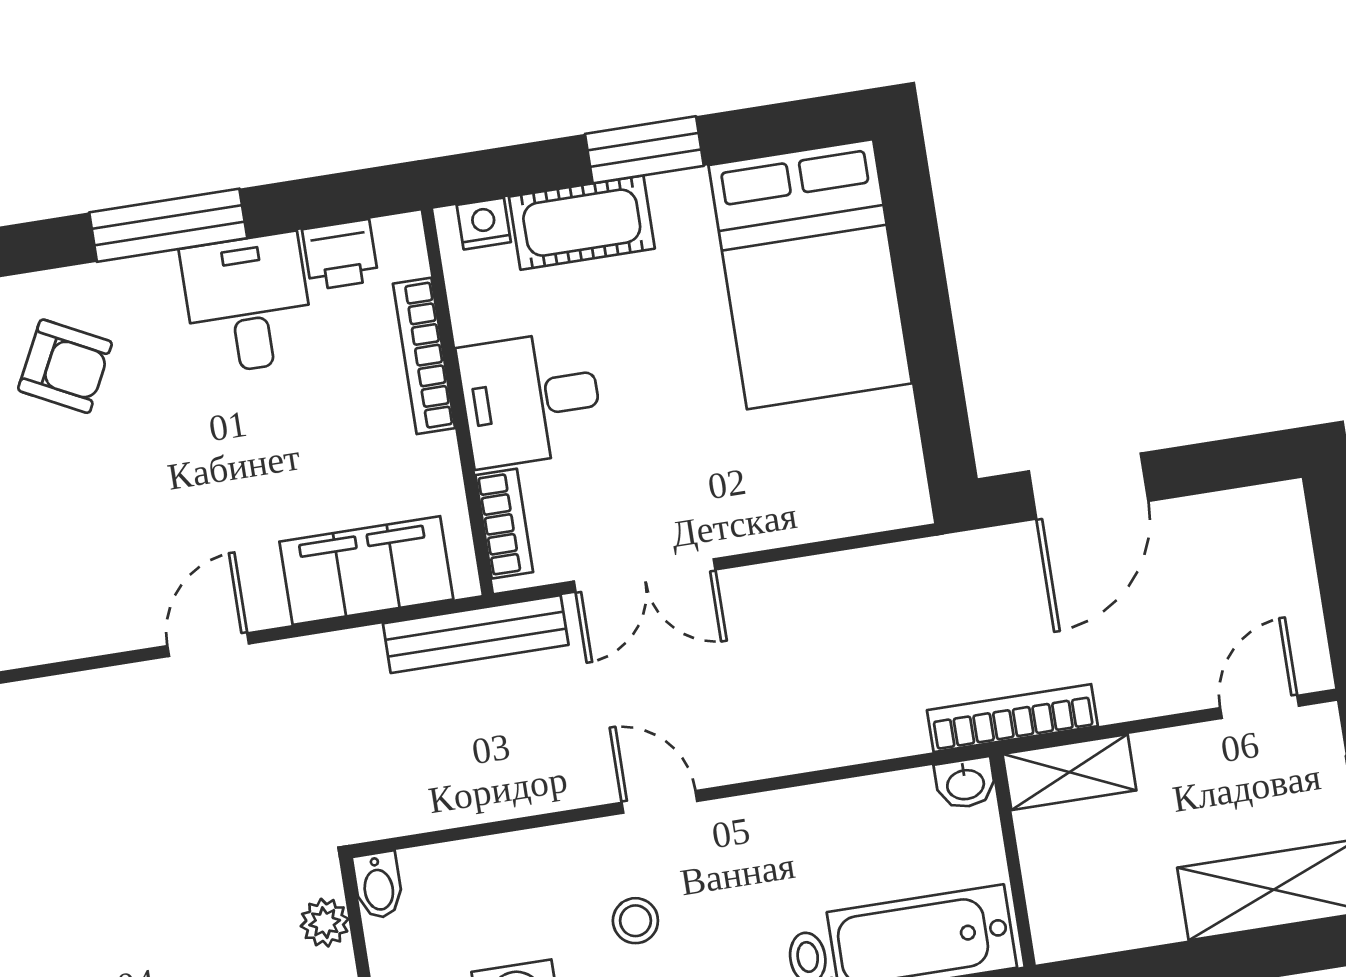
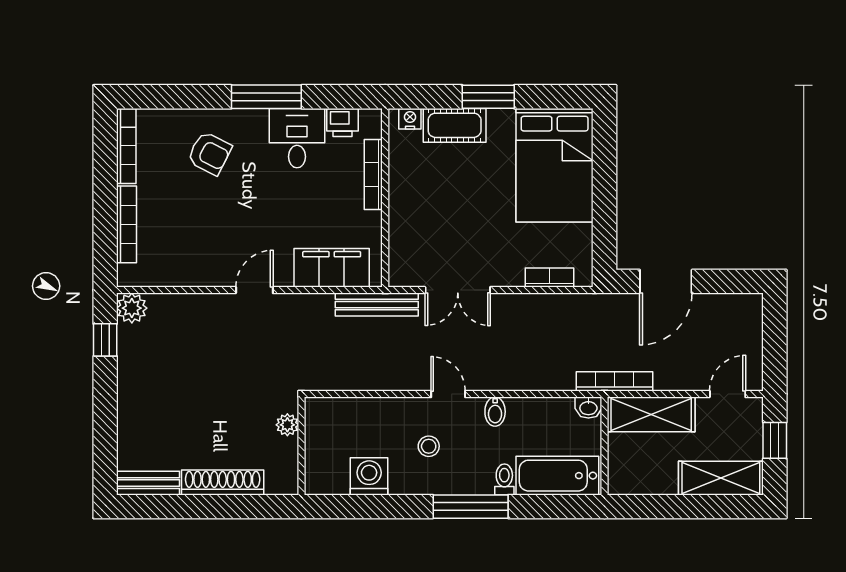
desk: (531, 399) -> (419, 202), removed
bookcase: (504, 524) -> (550, 278), moved, turned -90
shelving: (1069, 772) -> (651, 414), width x1.50, depth x1.33
bidet: (378, 885) -> (495, 412), moved

